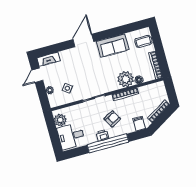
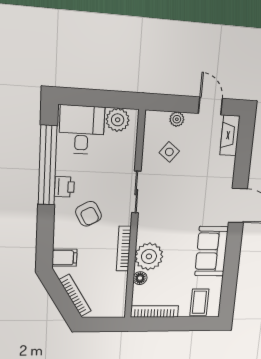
window: (108, 143) -> (47, 165), moved

